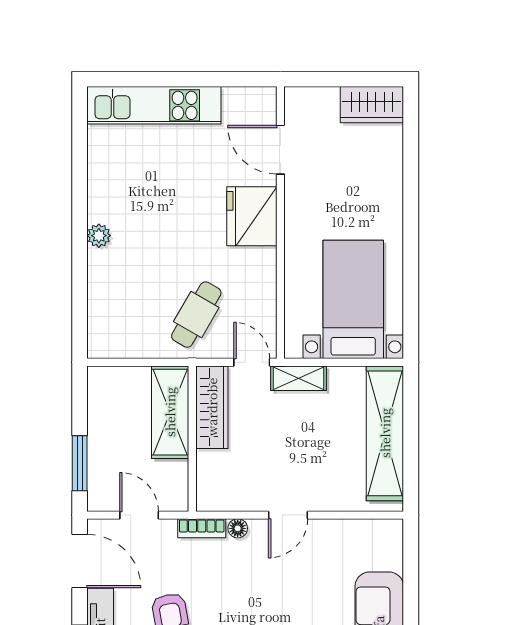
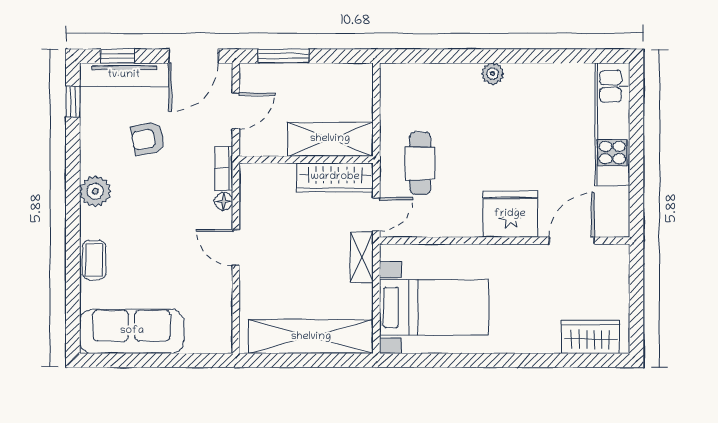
wardrobe: (372, 105) -> (590, 337), moved, turned 90
cafe table: (196, 315) -> (420, 163), turned 60

